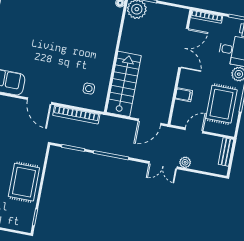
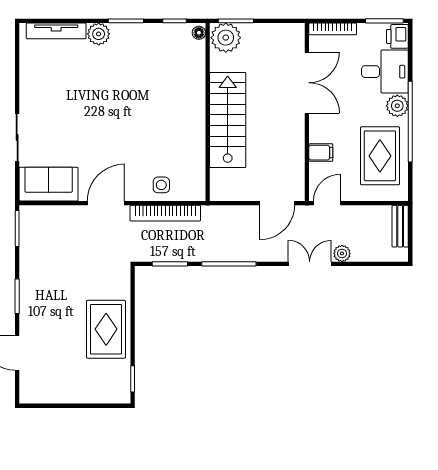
stairs: (124, 84) -> (228, 120), moved
side table: (89, 89) -> (161, 185), moved
door: (39, 101) -> (106, 203), swing flipped
door: (194, 130) -> (327, 203), moved
double door: (163, 165) -> (310, 264), swing flipped

